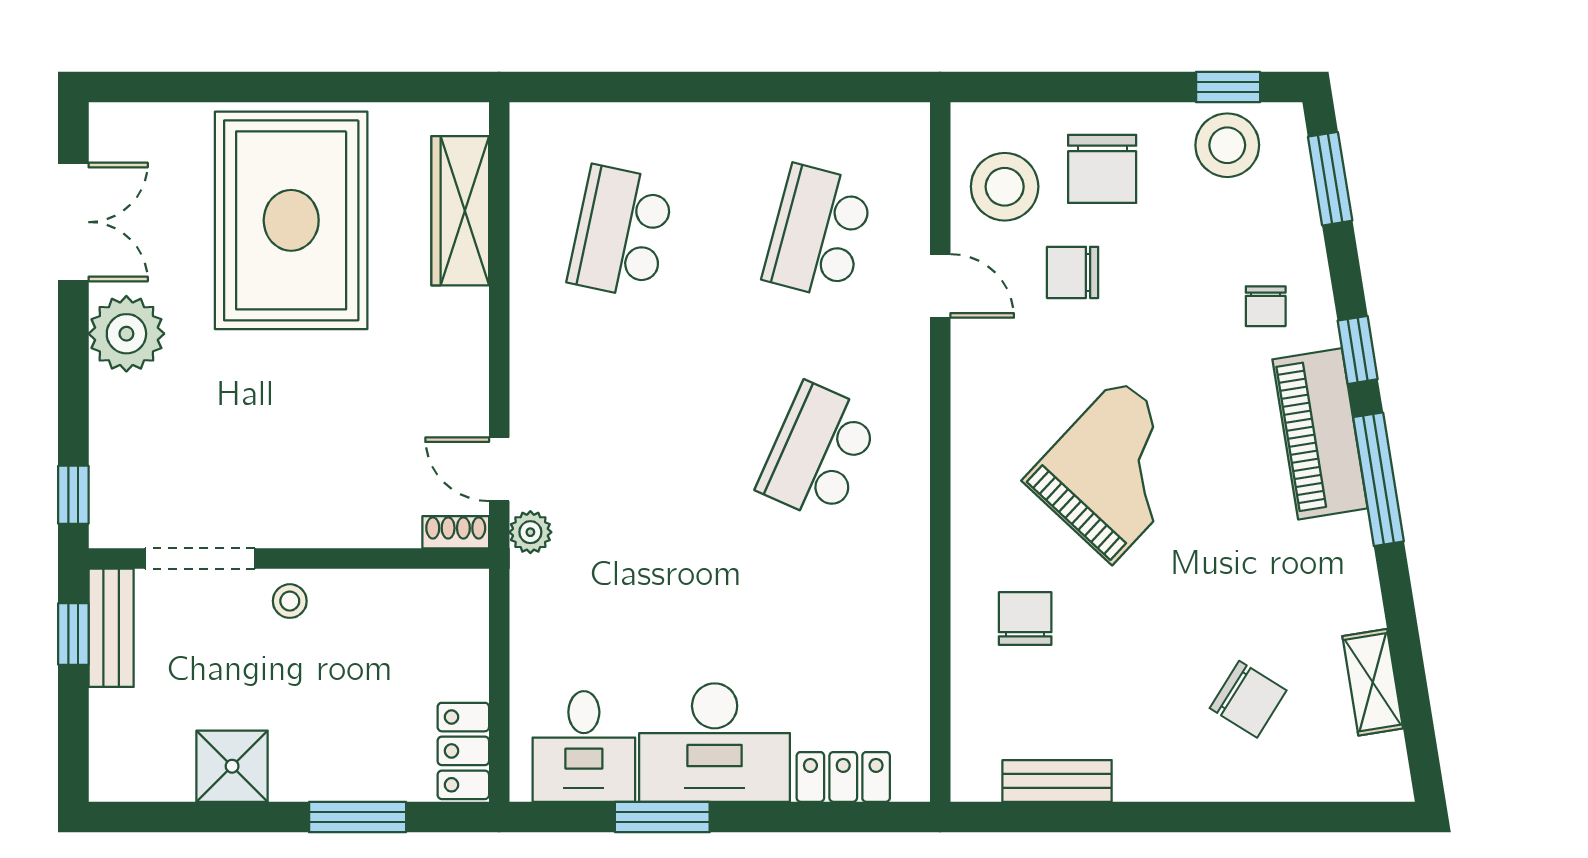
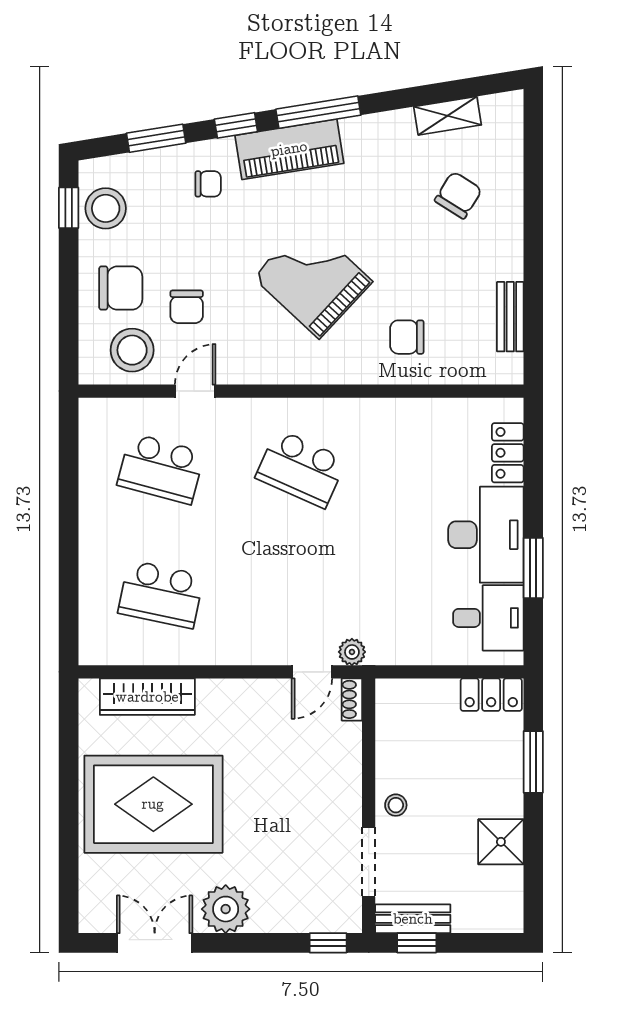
window: (1330, 179) -> (156, 138), moved

